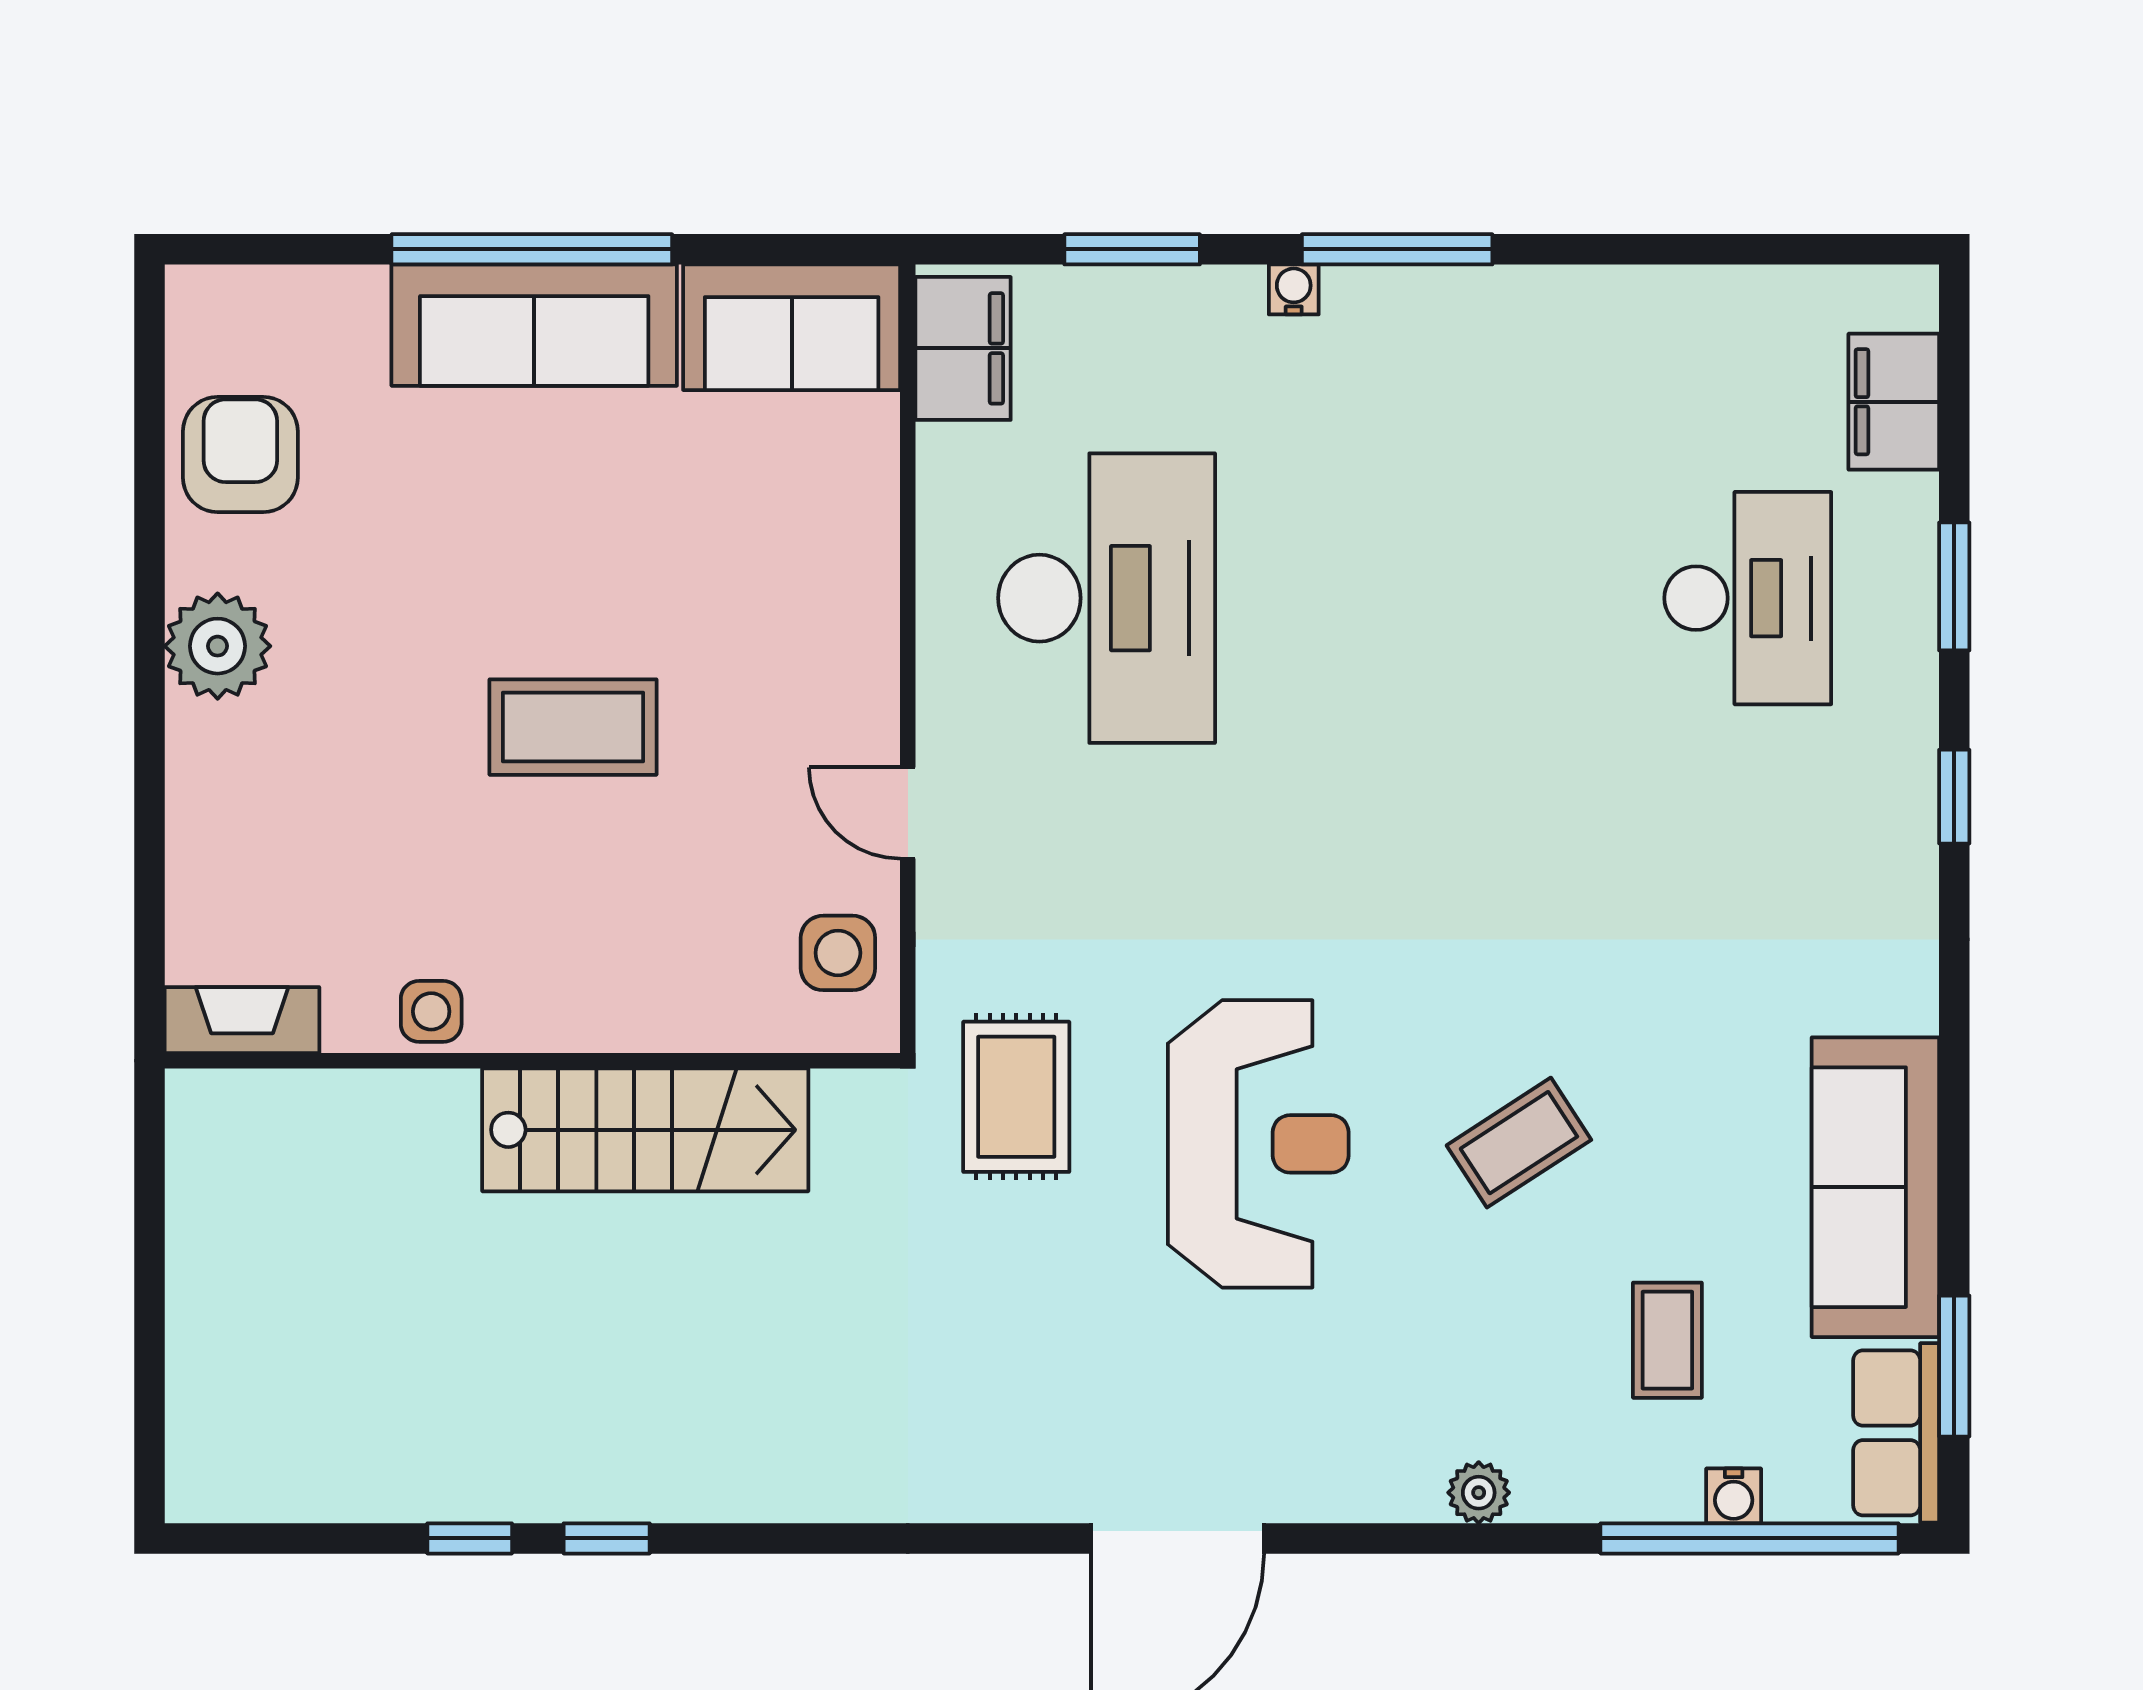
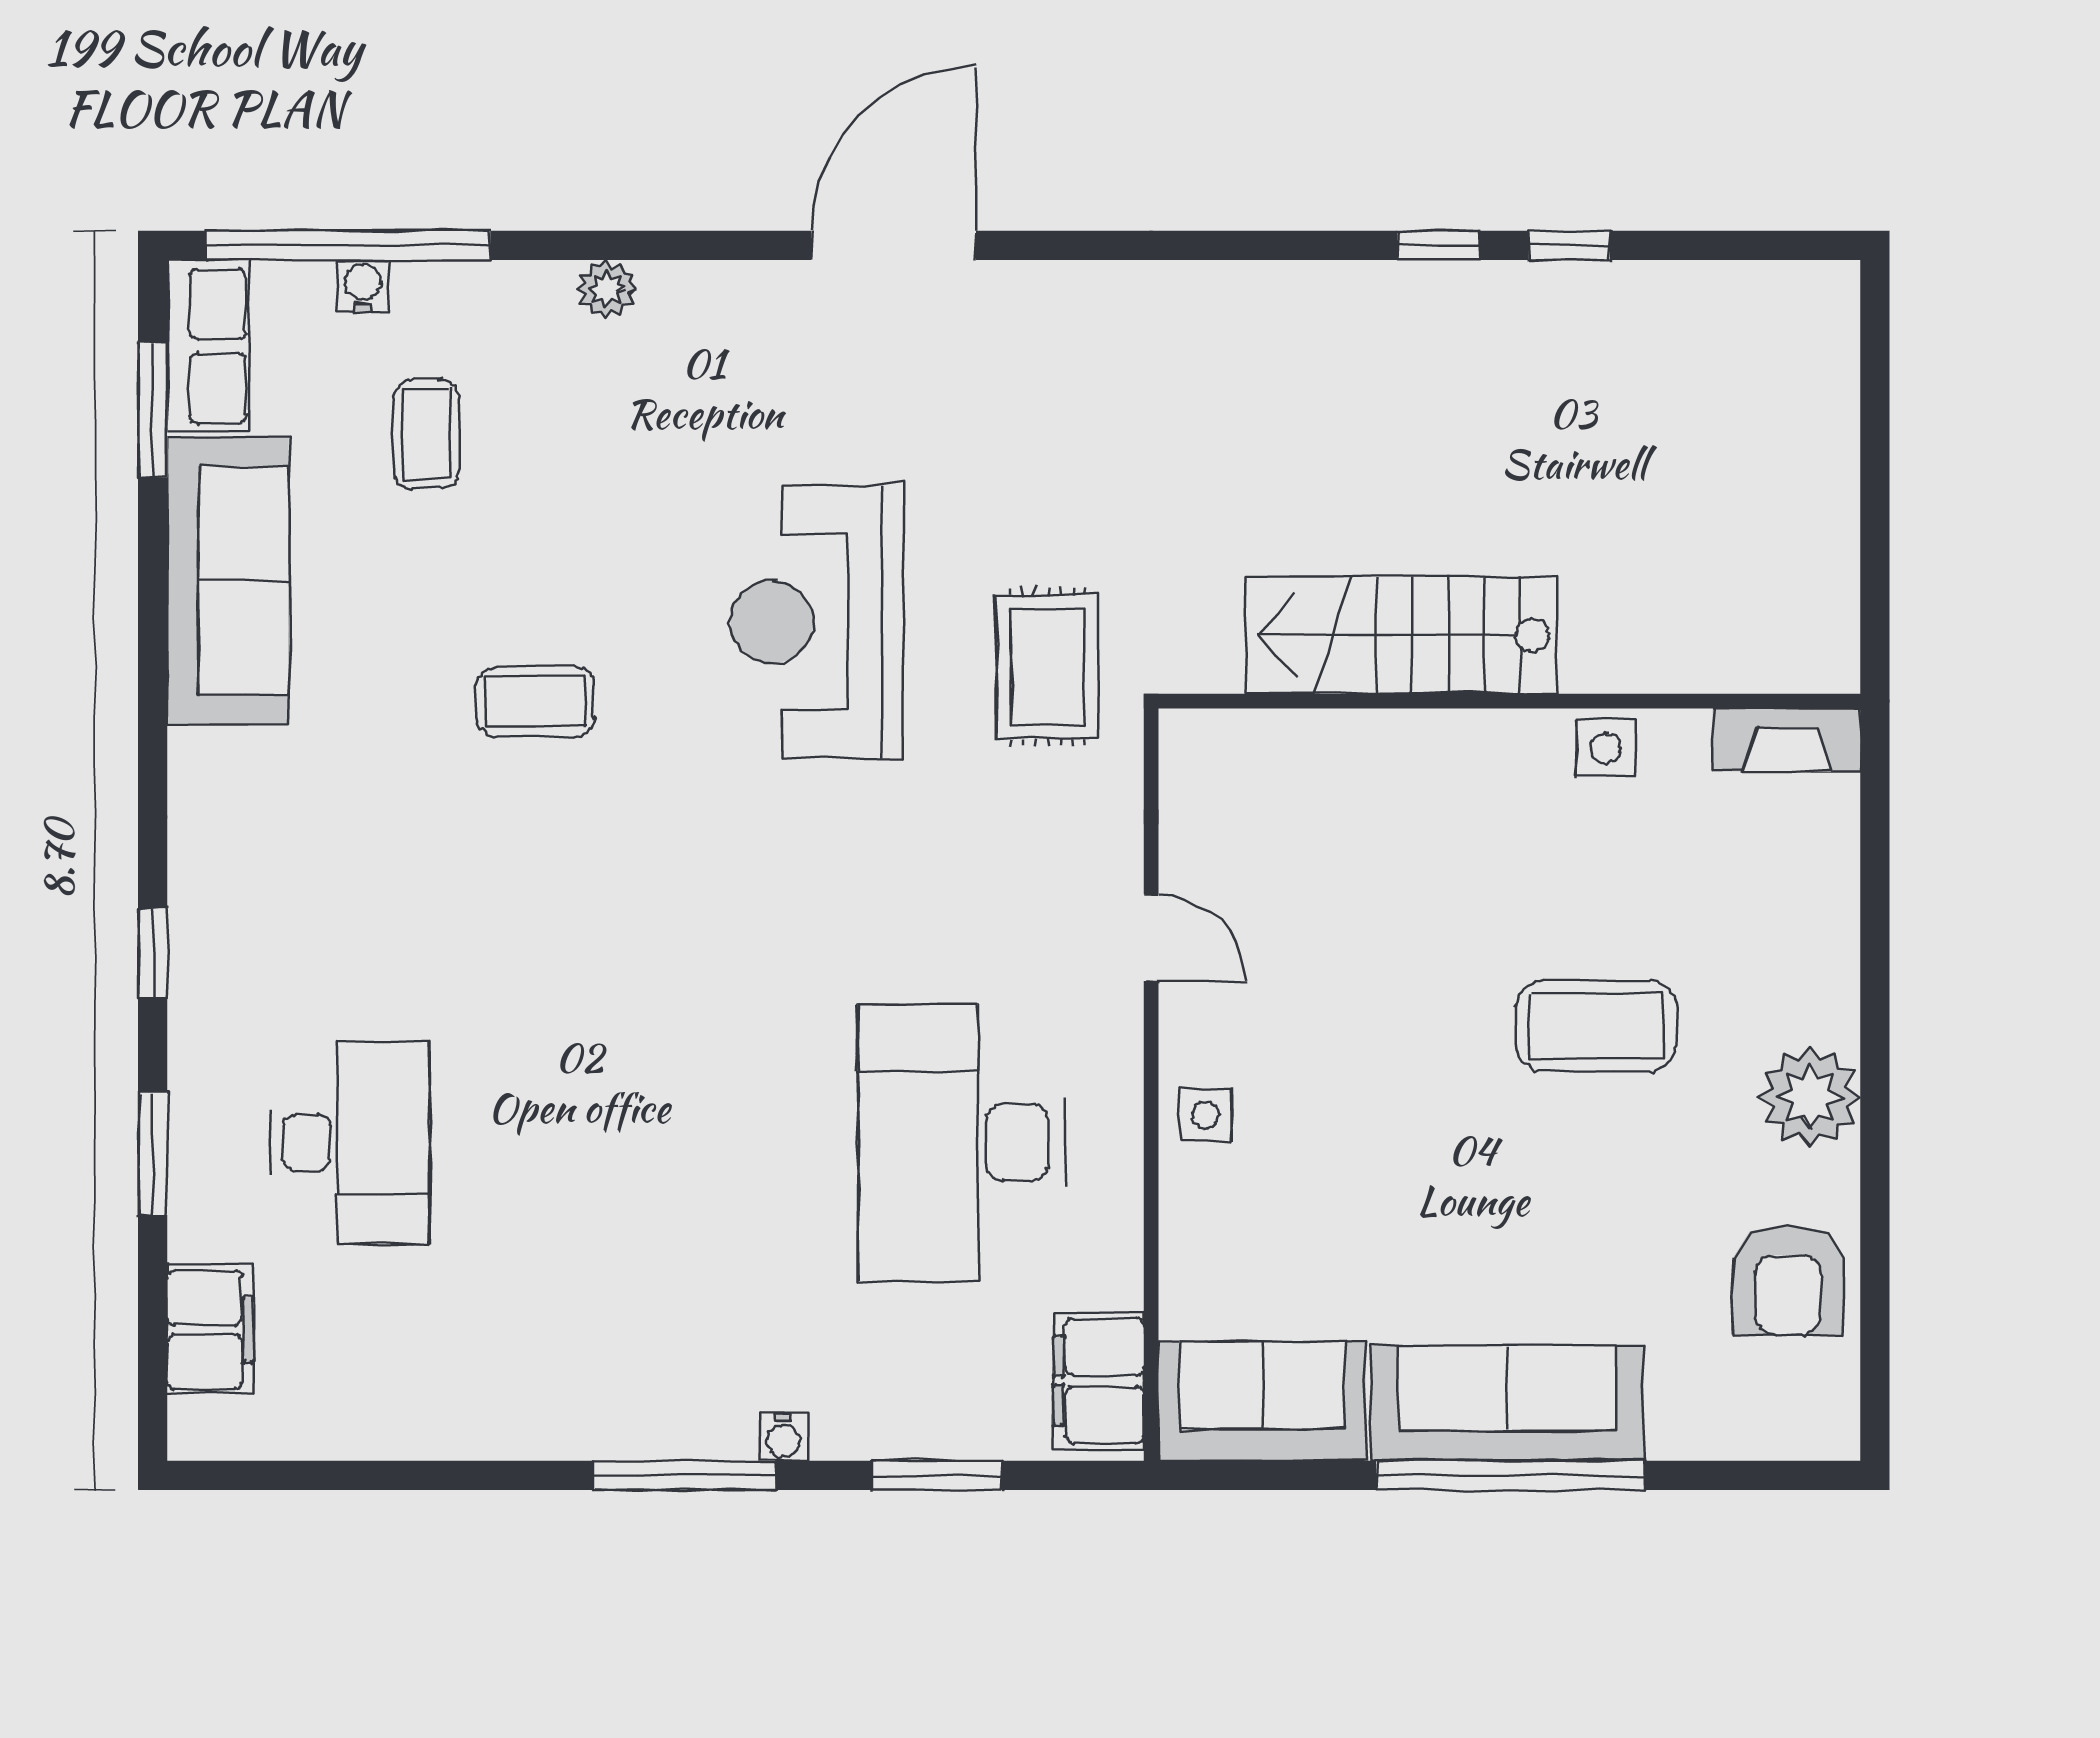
desk: (1748, 598) -> (350, 1143), turned 180
coffee table: (573, 727) -> (1596, 1026), moved
side table: (838, 953) -> (1205, 1115), moved, width x0.73, depth x0.73
coffee table: (1519, 1143) -> (535, 701), moved, turned 33

